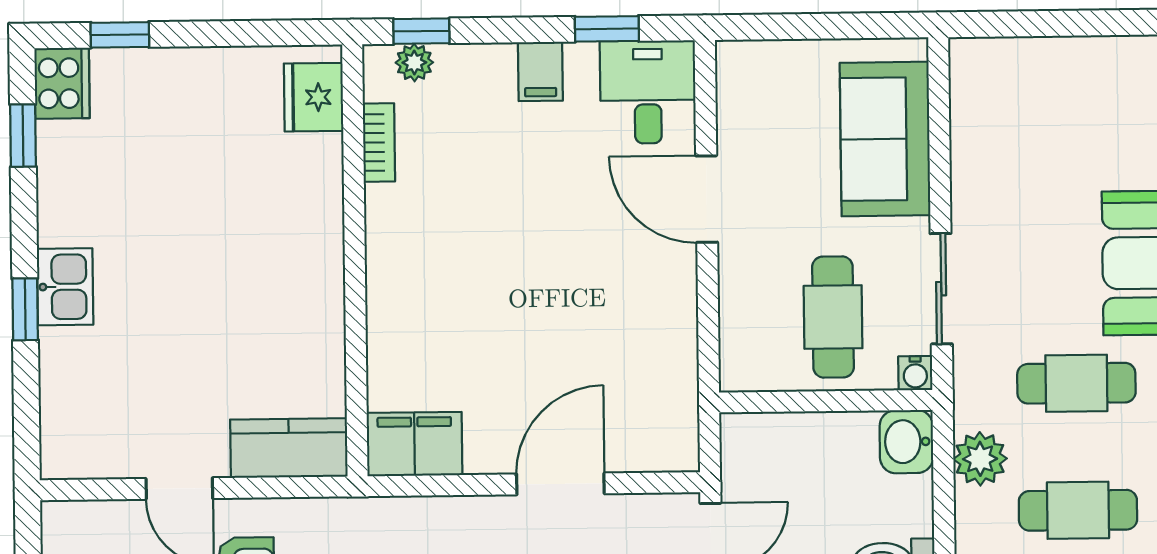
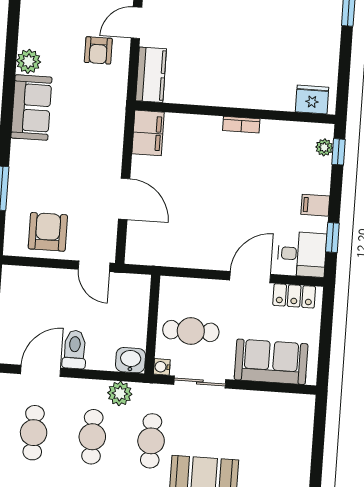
locker: (739, 101) -> (294, 296), added
bookcase: (379, 142) -> (241, 125), moved

